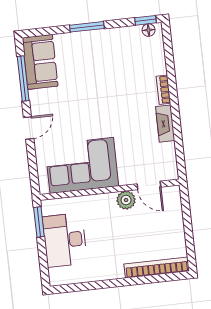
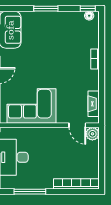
fireplace: (165, 124) -> (94, 104), moved
plant: (126, 200) -> (92, 134), moved
window: (93, 286) -> (30, 192), added

